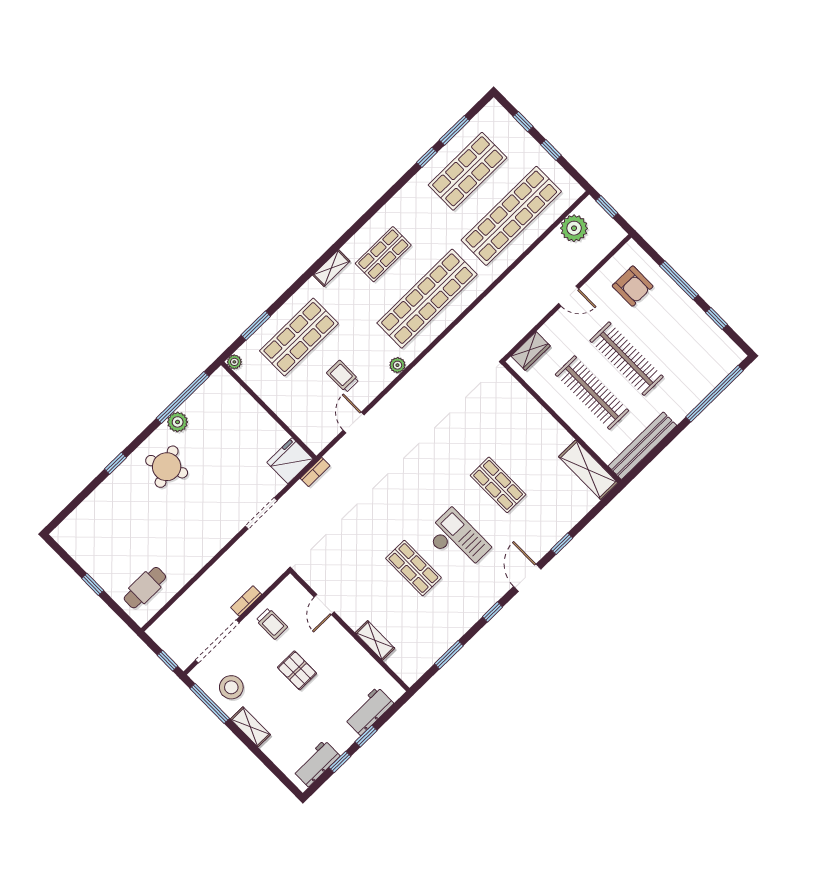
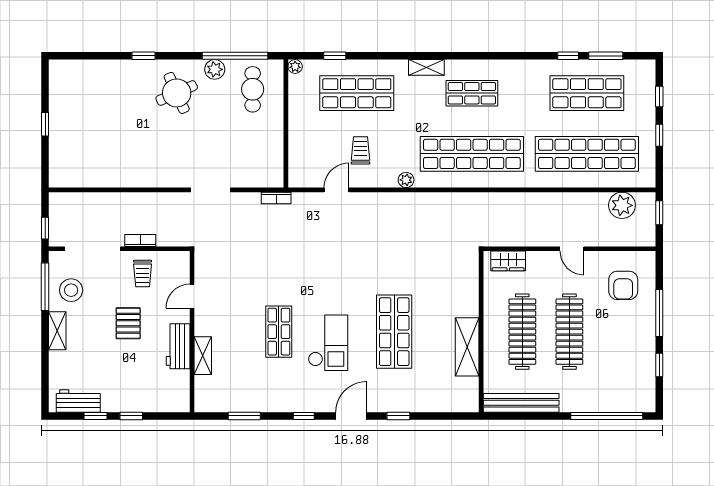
window: (256, 326) -> (335, 56), width x0.67
fridge: (290, 461) -> (266, 173), removed
shelving: (588, 470) -> (467, 347), moved
shop shelf: (498, 485) -> (394, 332), width x1.43, depth x1.36
cafe table: (145, 588) -> (253, 89), moved, turned 90
workbench: (369, 711) -> (178, 346), moved, turned -90

